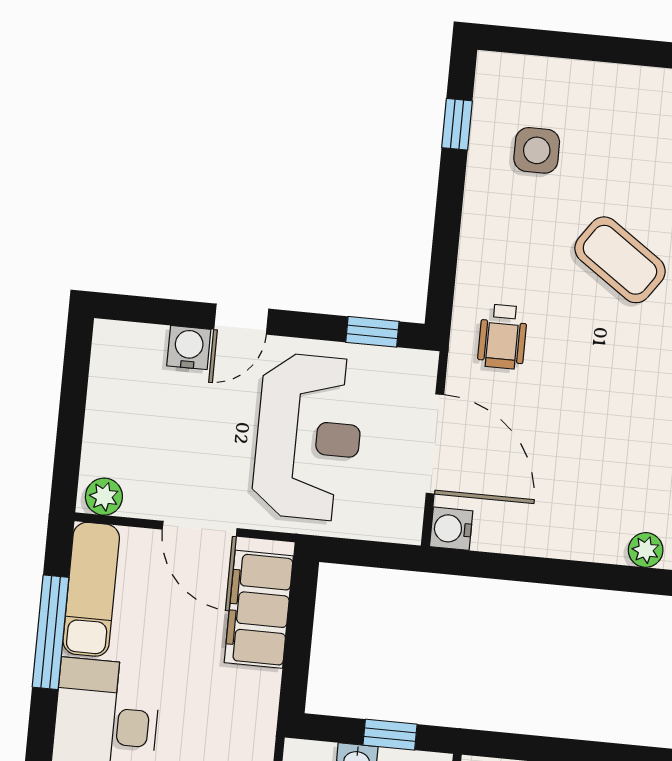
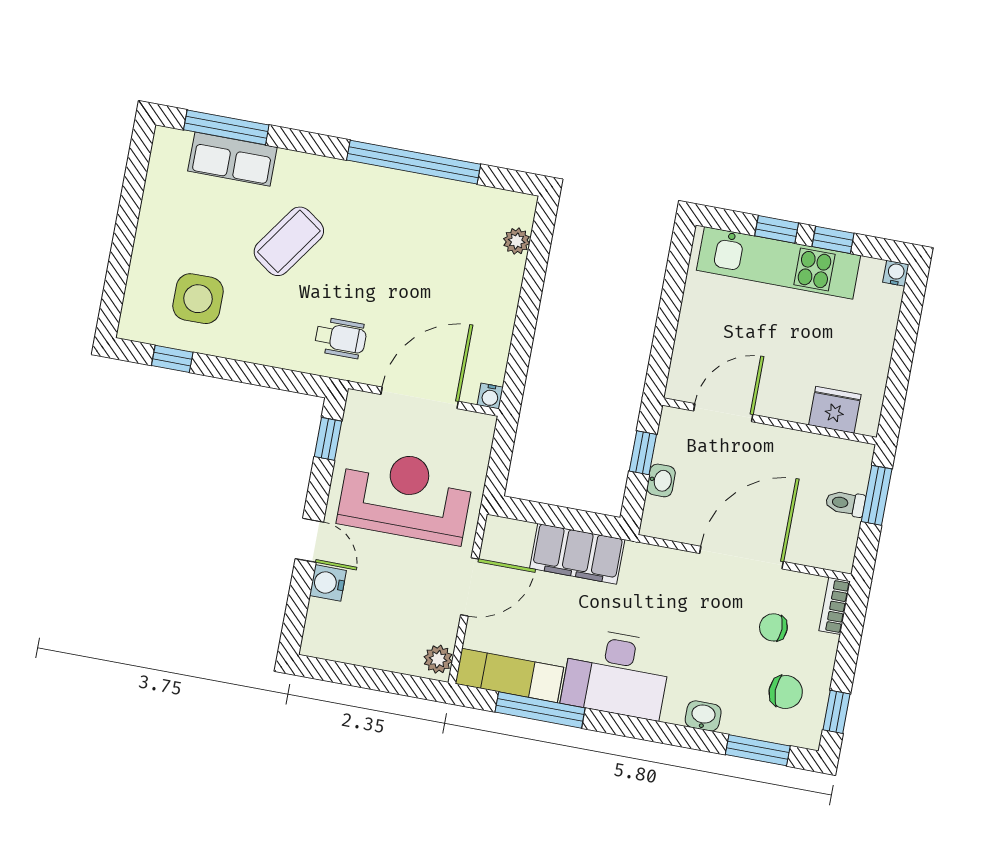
side table: (537, 150) -> (198, 299), width x1.37, depth x1.37
water cooler: (451, 529) -> (490, 396), width x0.72, depth x0.72
filing cabinet: (259, 609) -> (577, 554), moved

